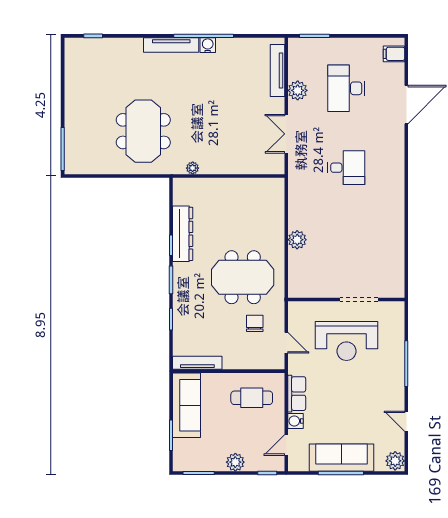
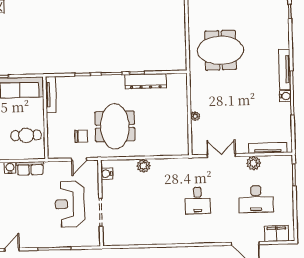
filing cabinet: (394, 54) -> (276, 234), width x2.00
desk: (346, 88) -> (256, 199), turned 180
plant: (193, 168) -> (195, 116), moved
water cooler: (307, 290) -> (107, 174), added
door: (286, 343) -> (79, 159), moved
cafe table: (252, 398) -> (26, 135), turned 90

